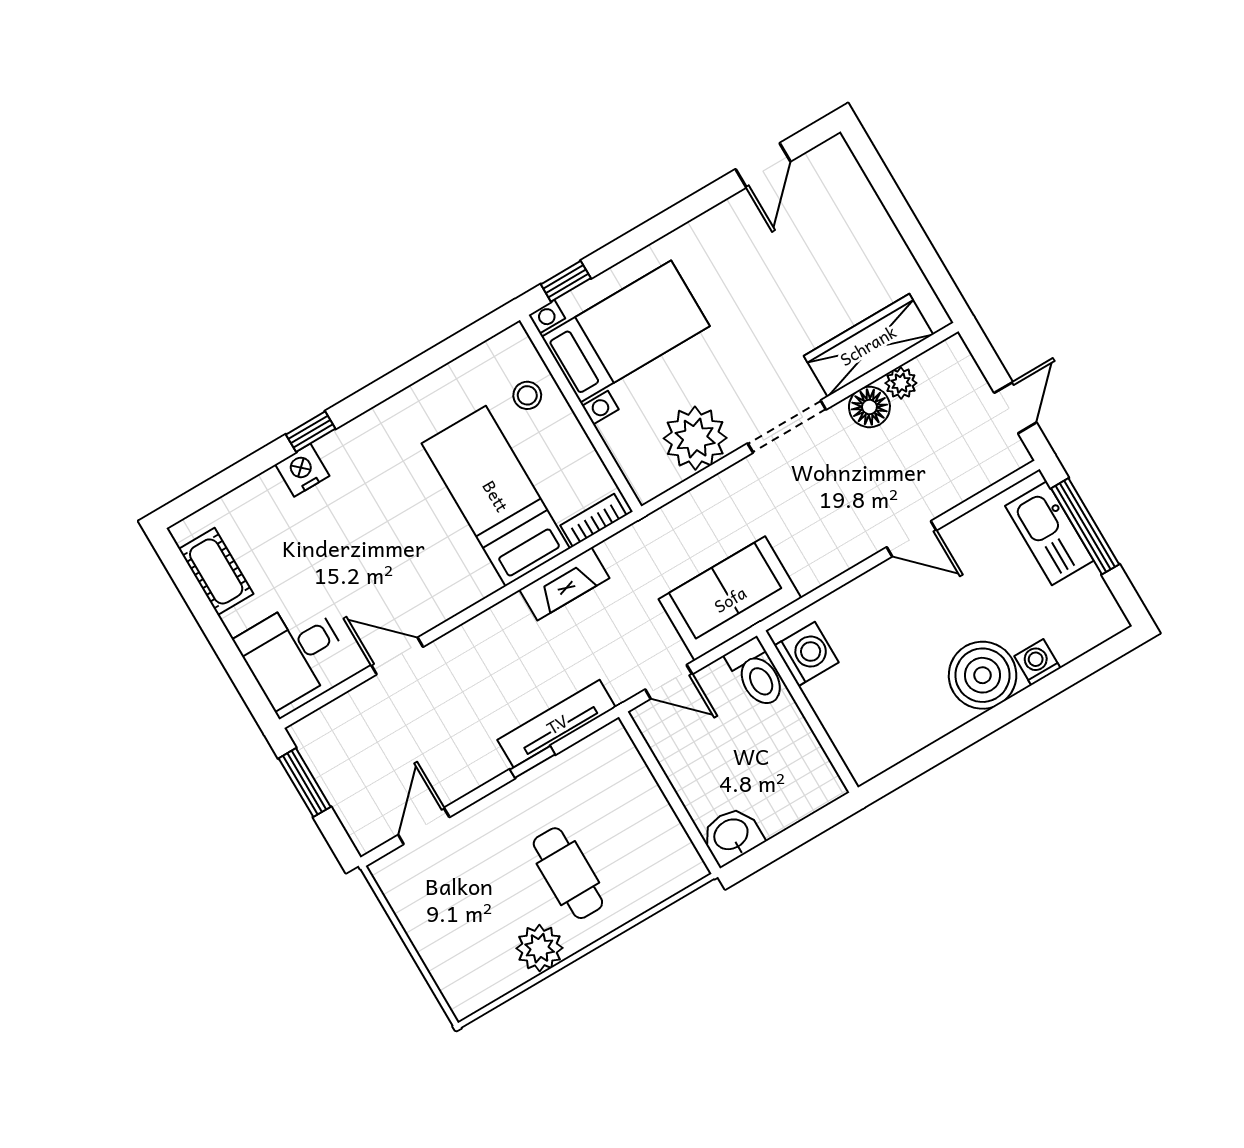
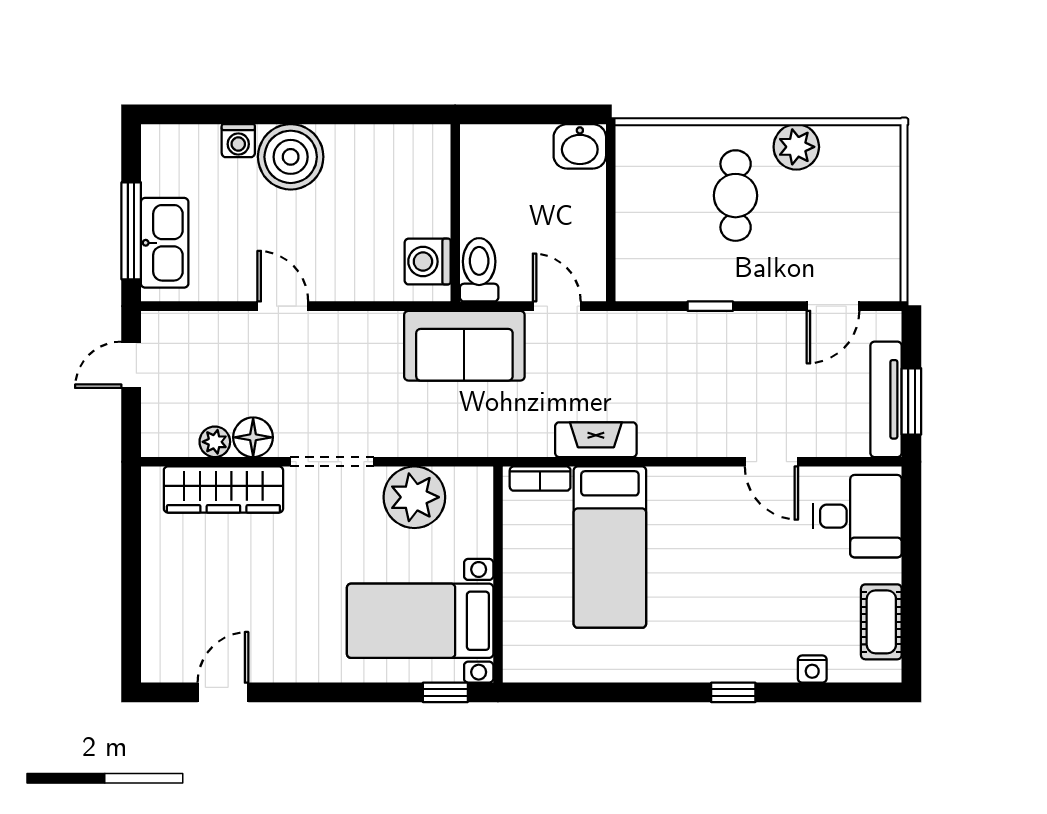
stool: (527, 395) -> (534, 616), removed
nightstand: (302, 470) -> (812, 669), moved, width x0.72, depth x0.74
tv unit: (557, 724) -> (886, 399), moved, turned 90

